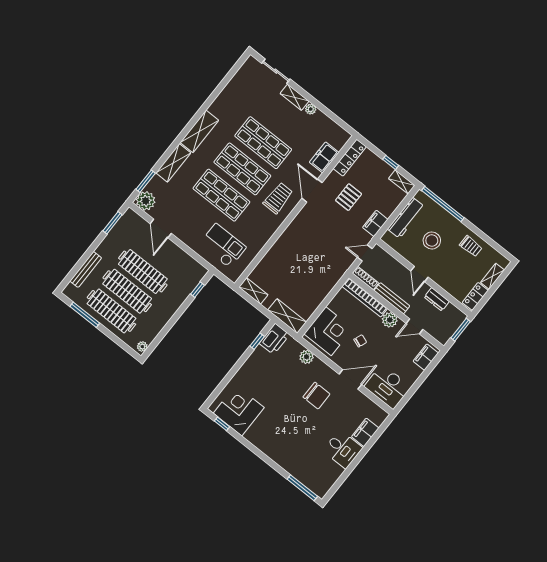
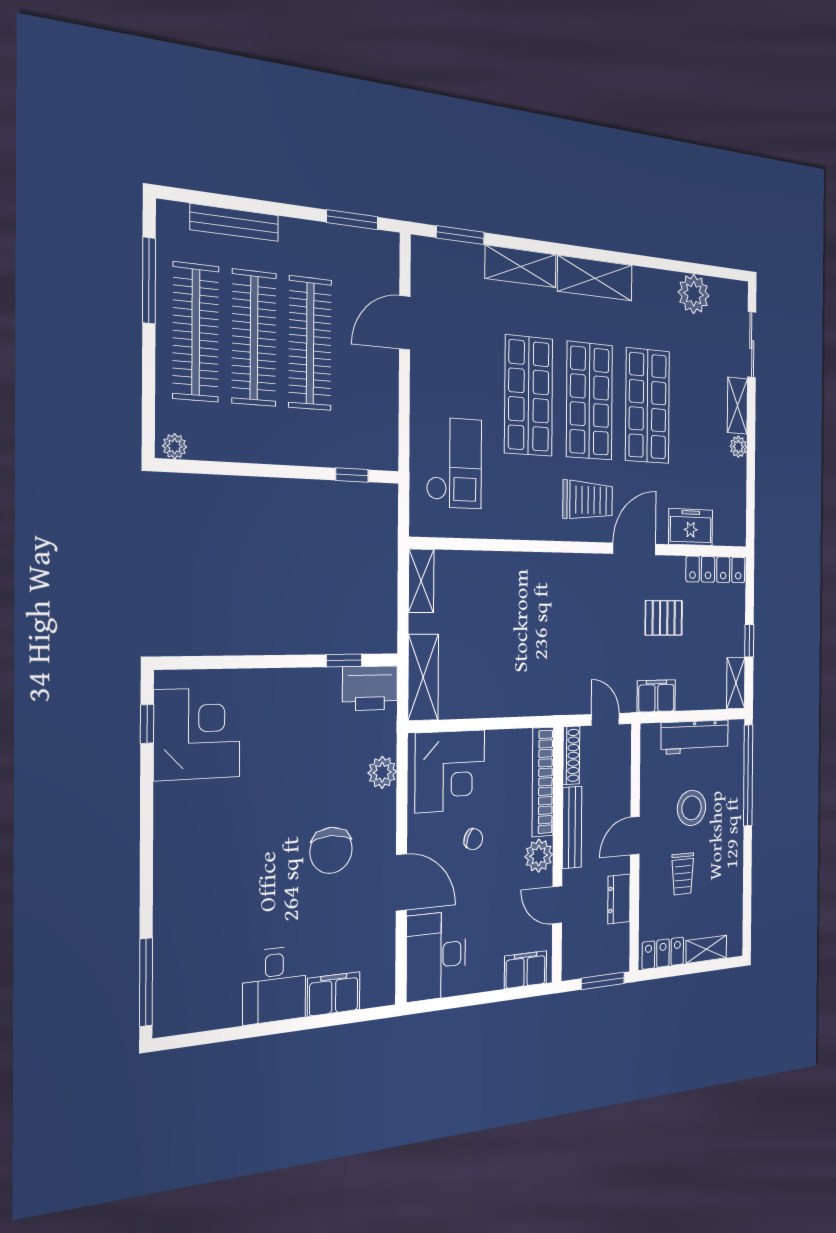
plant: (146, 201) -> (694, 294), moved
trolley: (471, 246) -> (683, 874), moved

